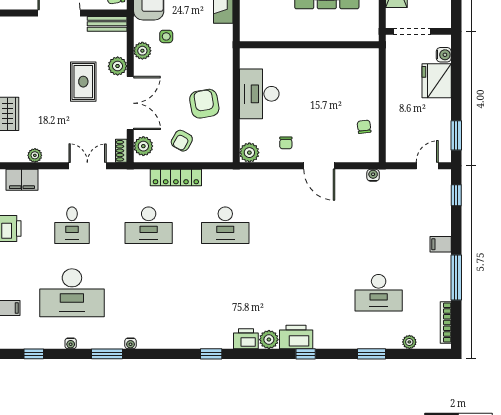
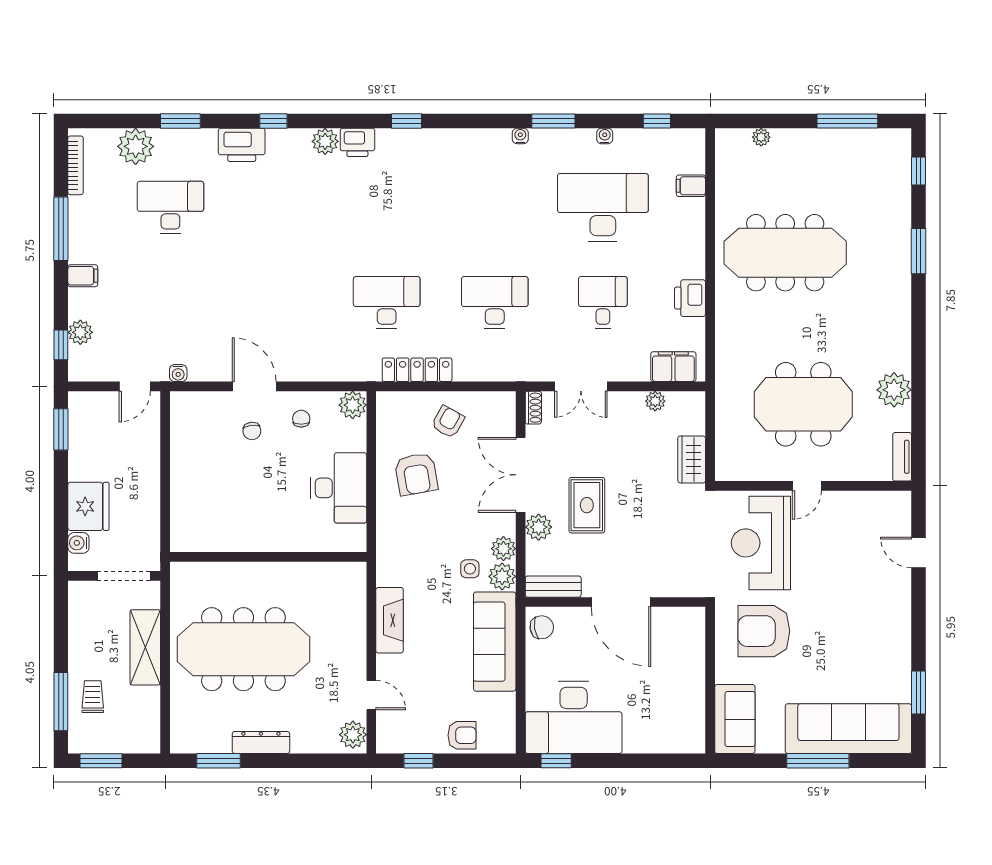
chair: (364, 127) -> (252, 431), moved
plant: (143, 146) -> (502, 576), moved
door: (427, 166) -> (135, 386), moved
locker: (176, 178) -> (417, 370), moved
plant: (442, 204) -> (80, 332), added
printer: (296, 337) -> (242, 145), moved
plant: (409, 342) -> (136, 146), width x1.88, depth x1.88

